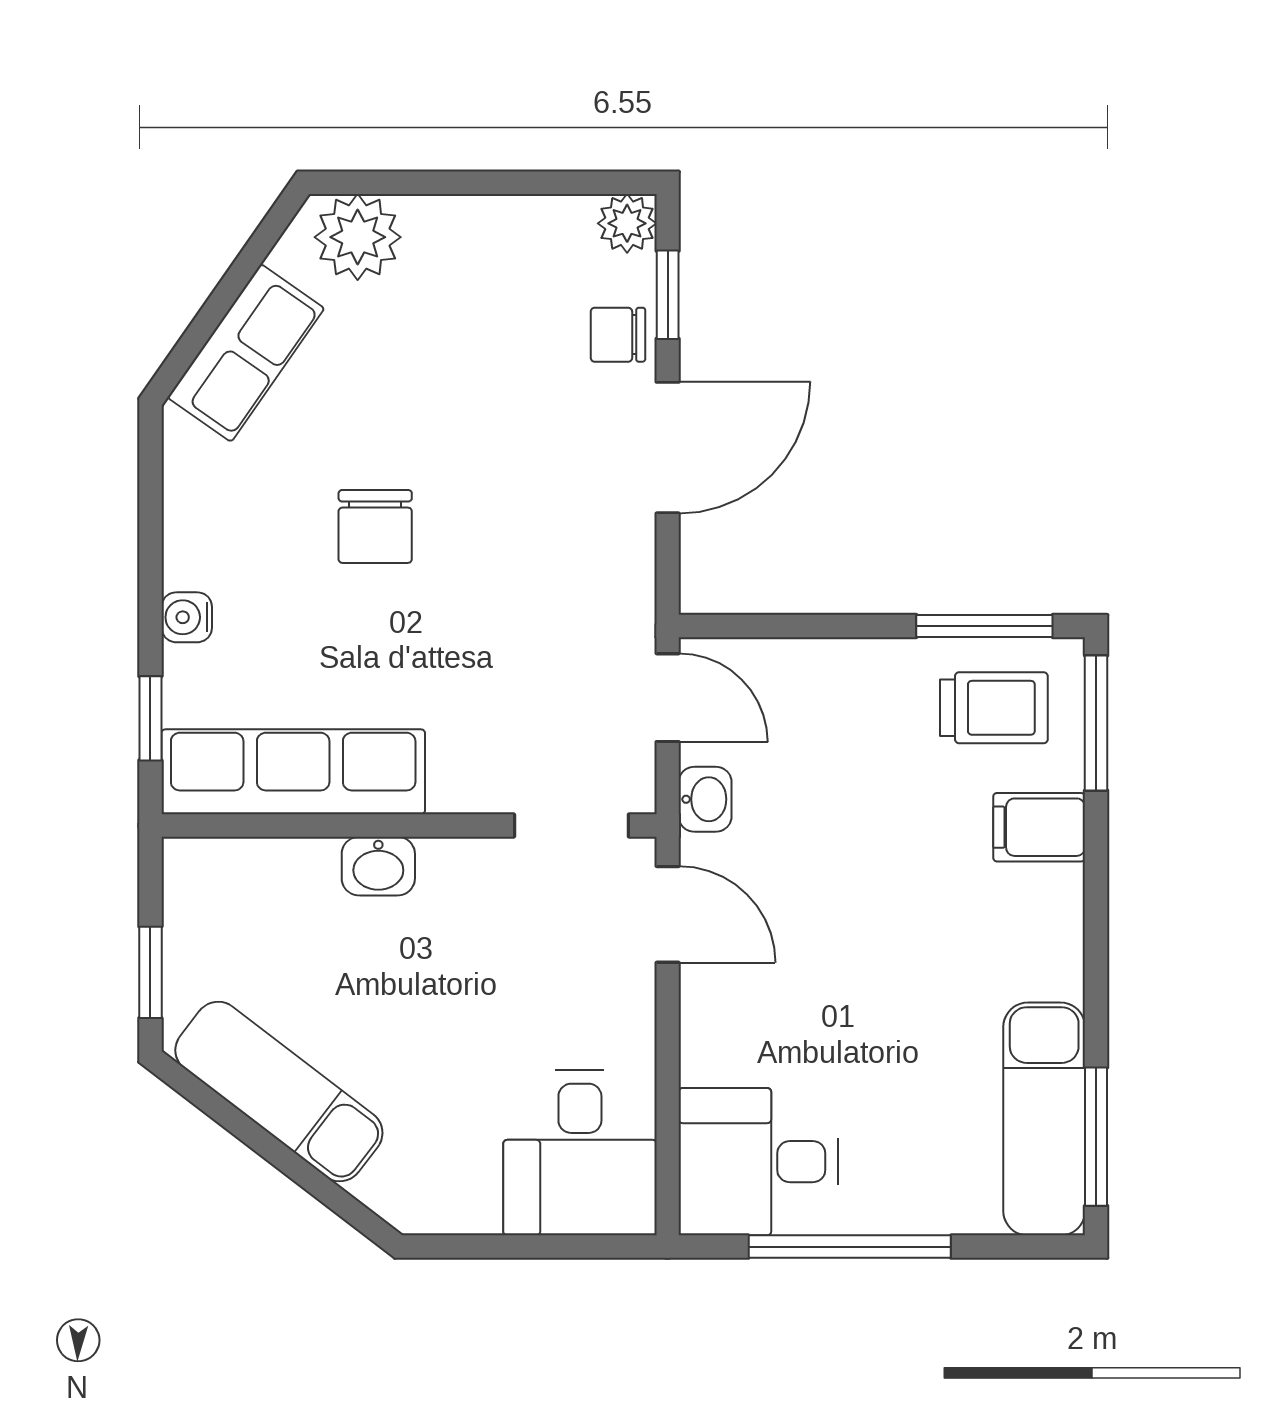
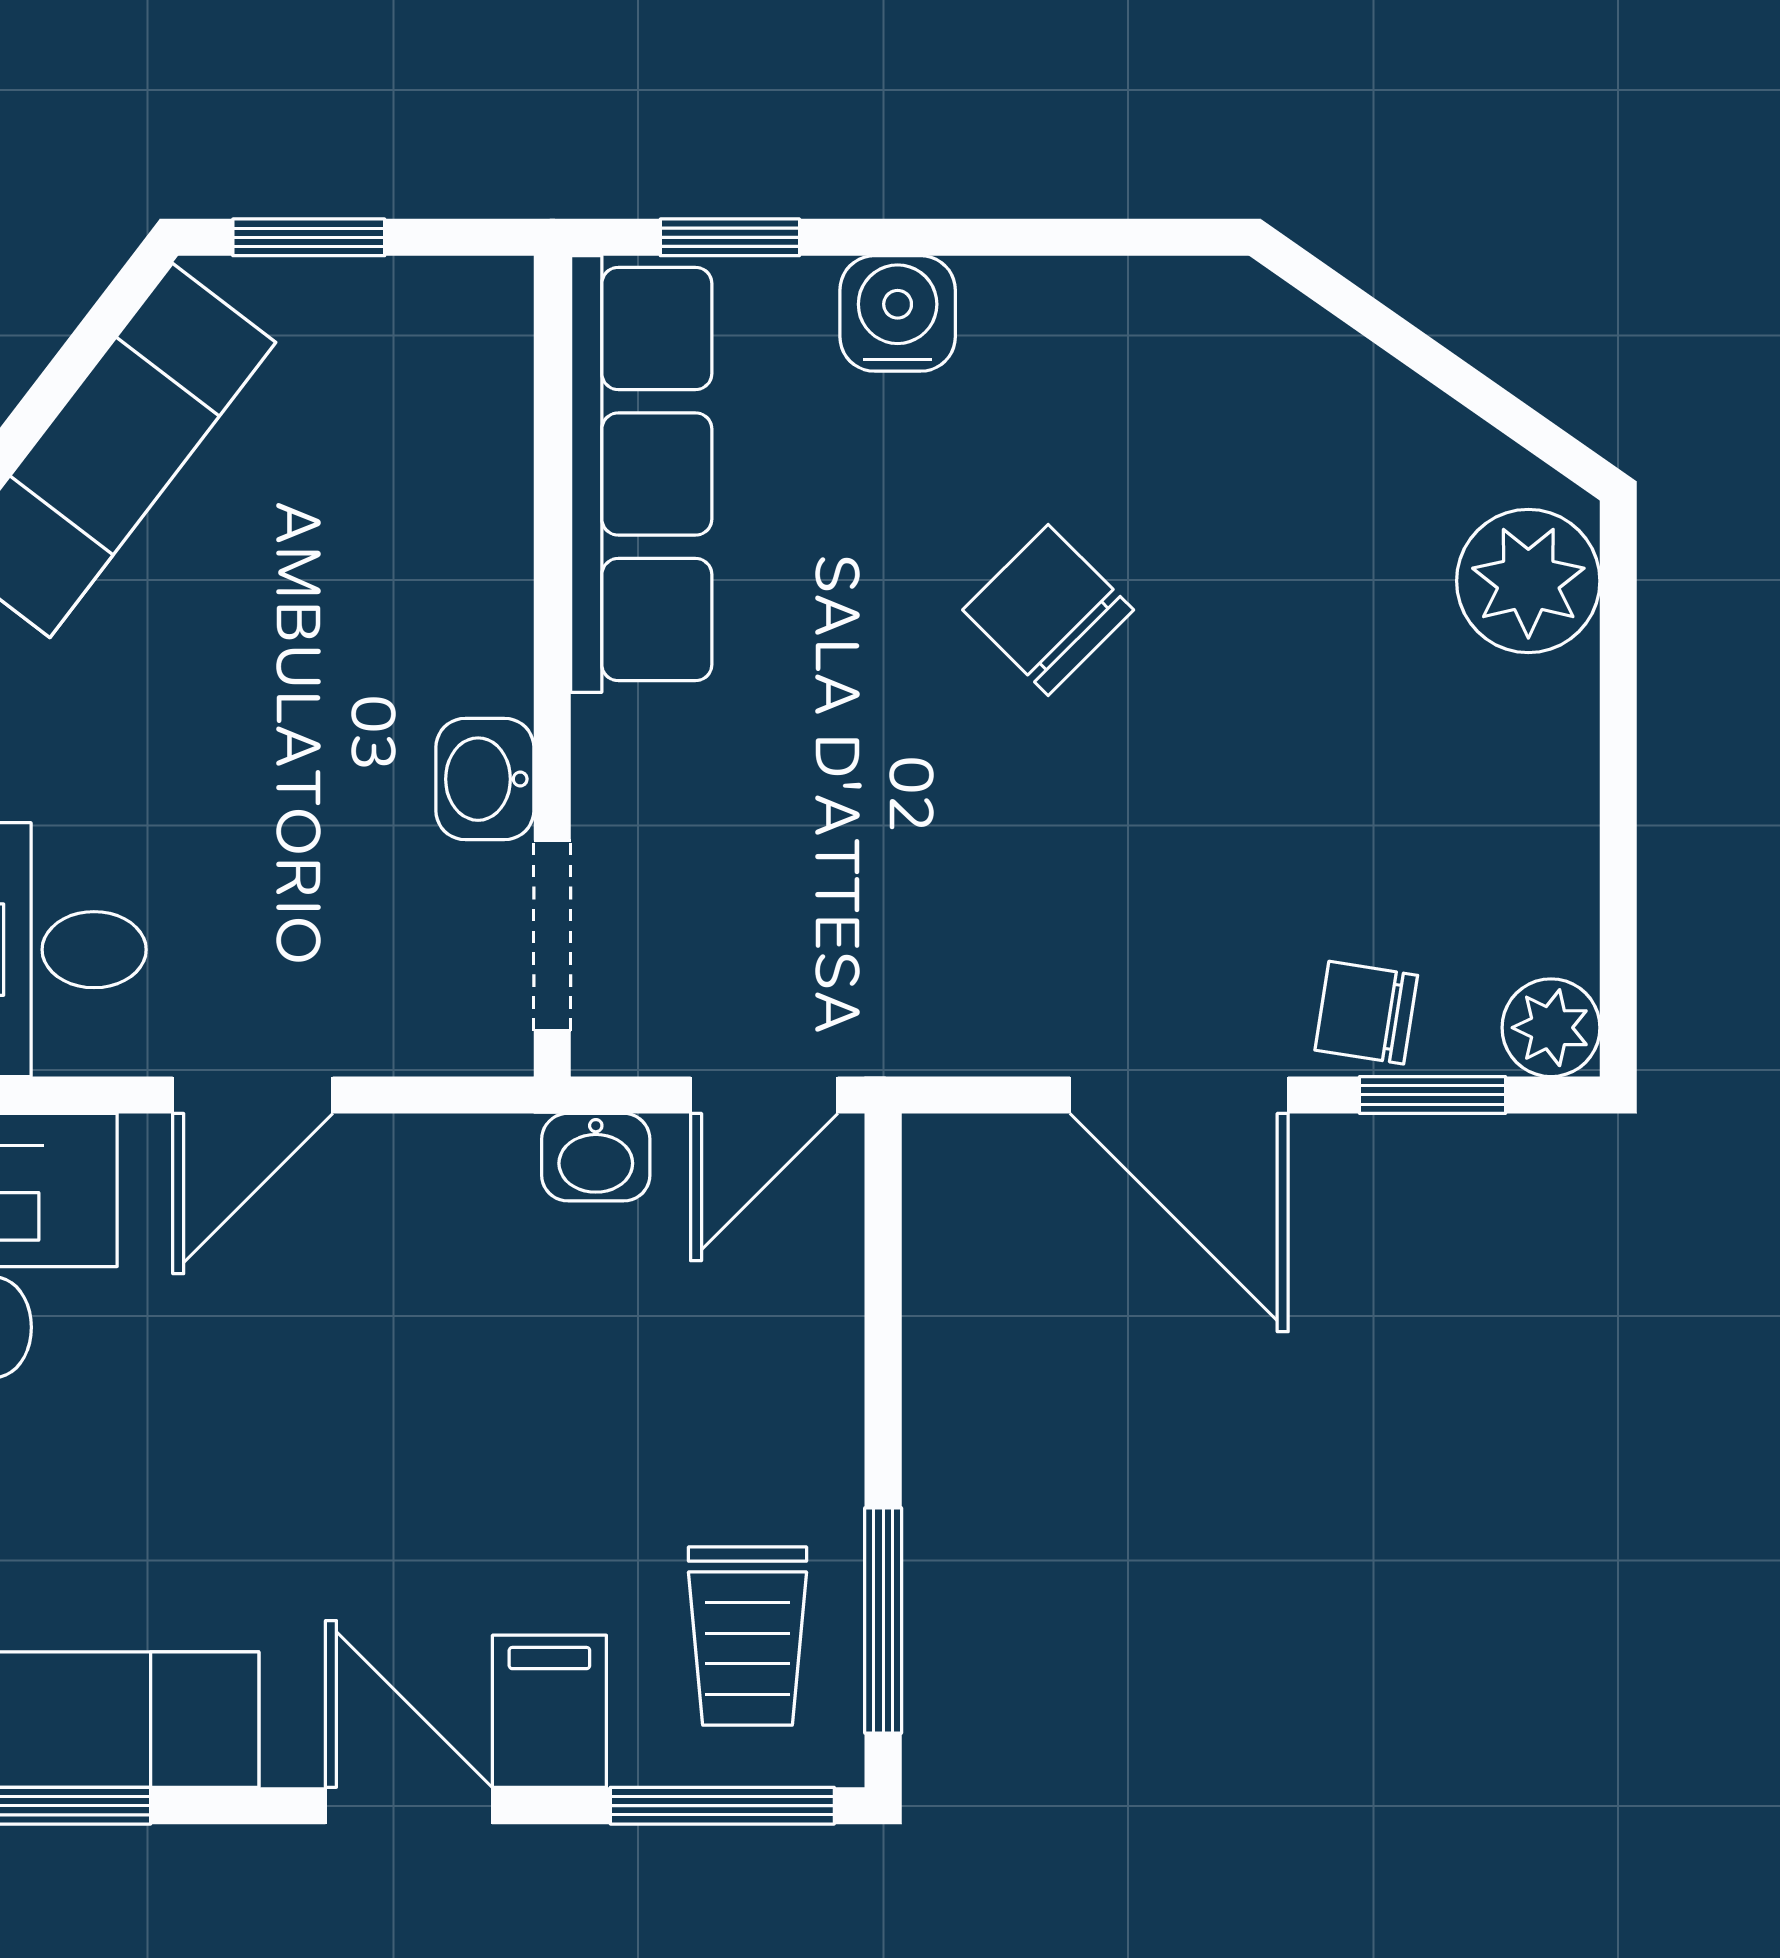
chair: (618, 335) -> (1366, 1013), turned -81
row of seats: (246, 353) -> (1336, 396), removed
chair: (375, 526) -> (1048, 610), turned 45
water cooler: (187, 617) -> (898, 313), width x1.38, depth x1.38
washbasin: (378, 866) -> (485, 779), moved
door: (1096, 912) -> (409, 1806), added
door: (668, 914) -> (253, 1095), moved

